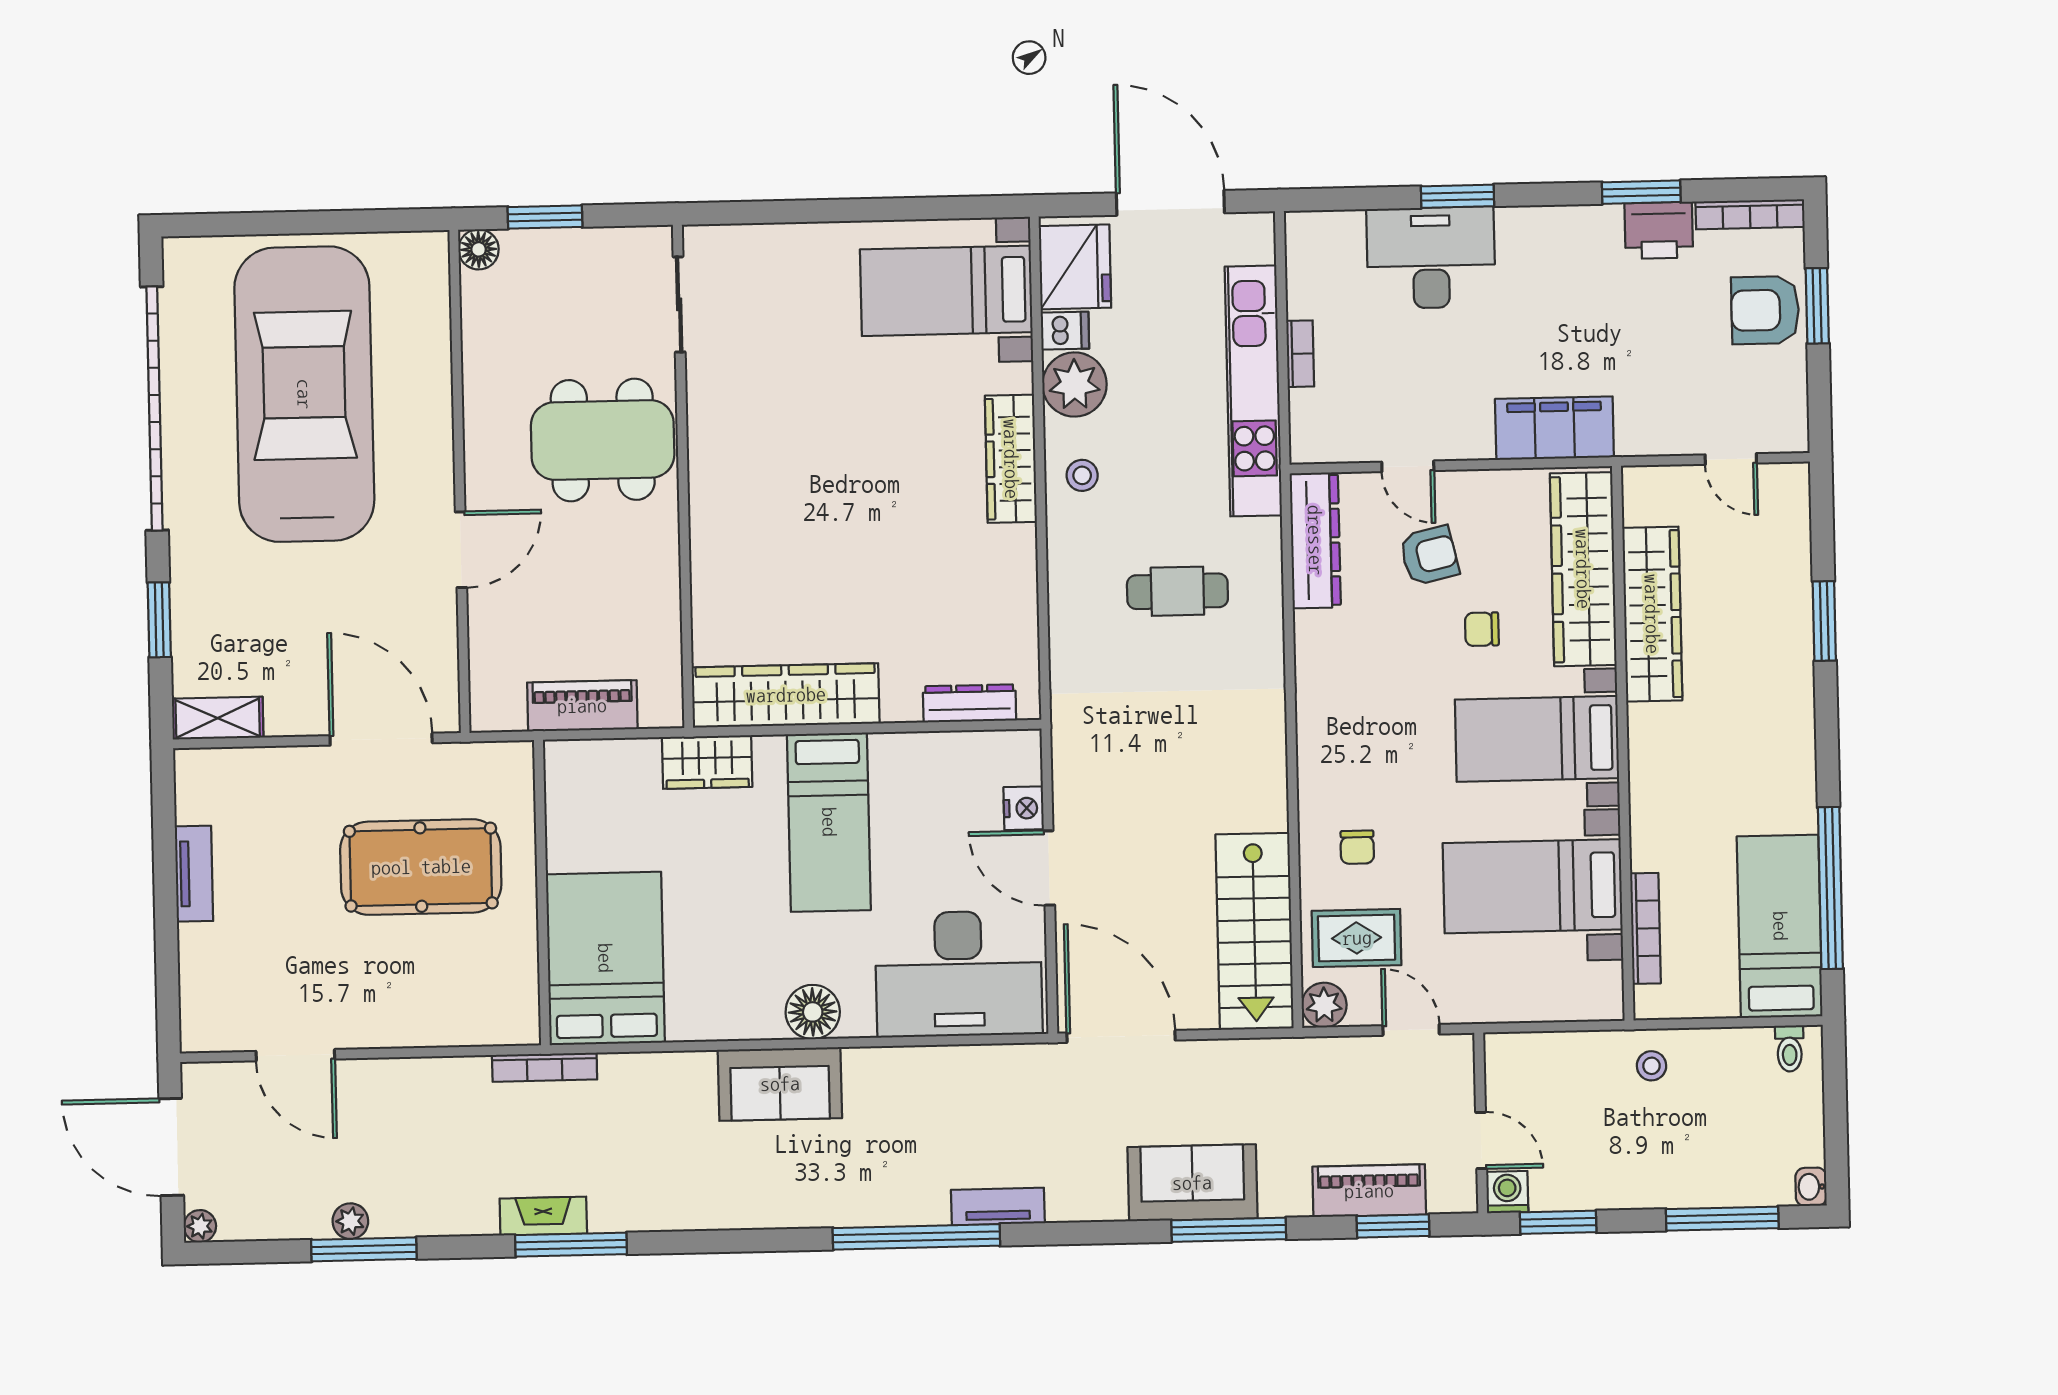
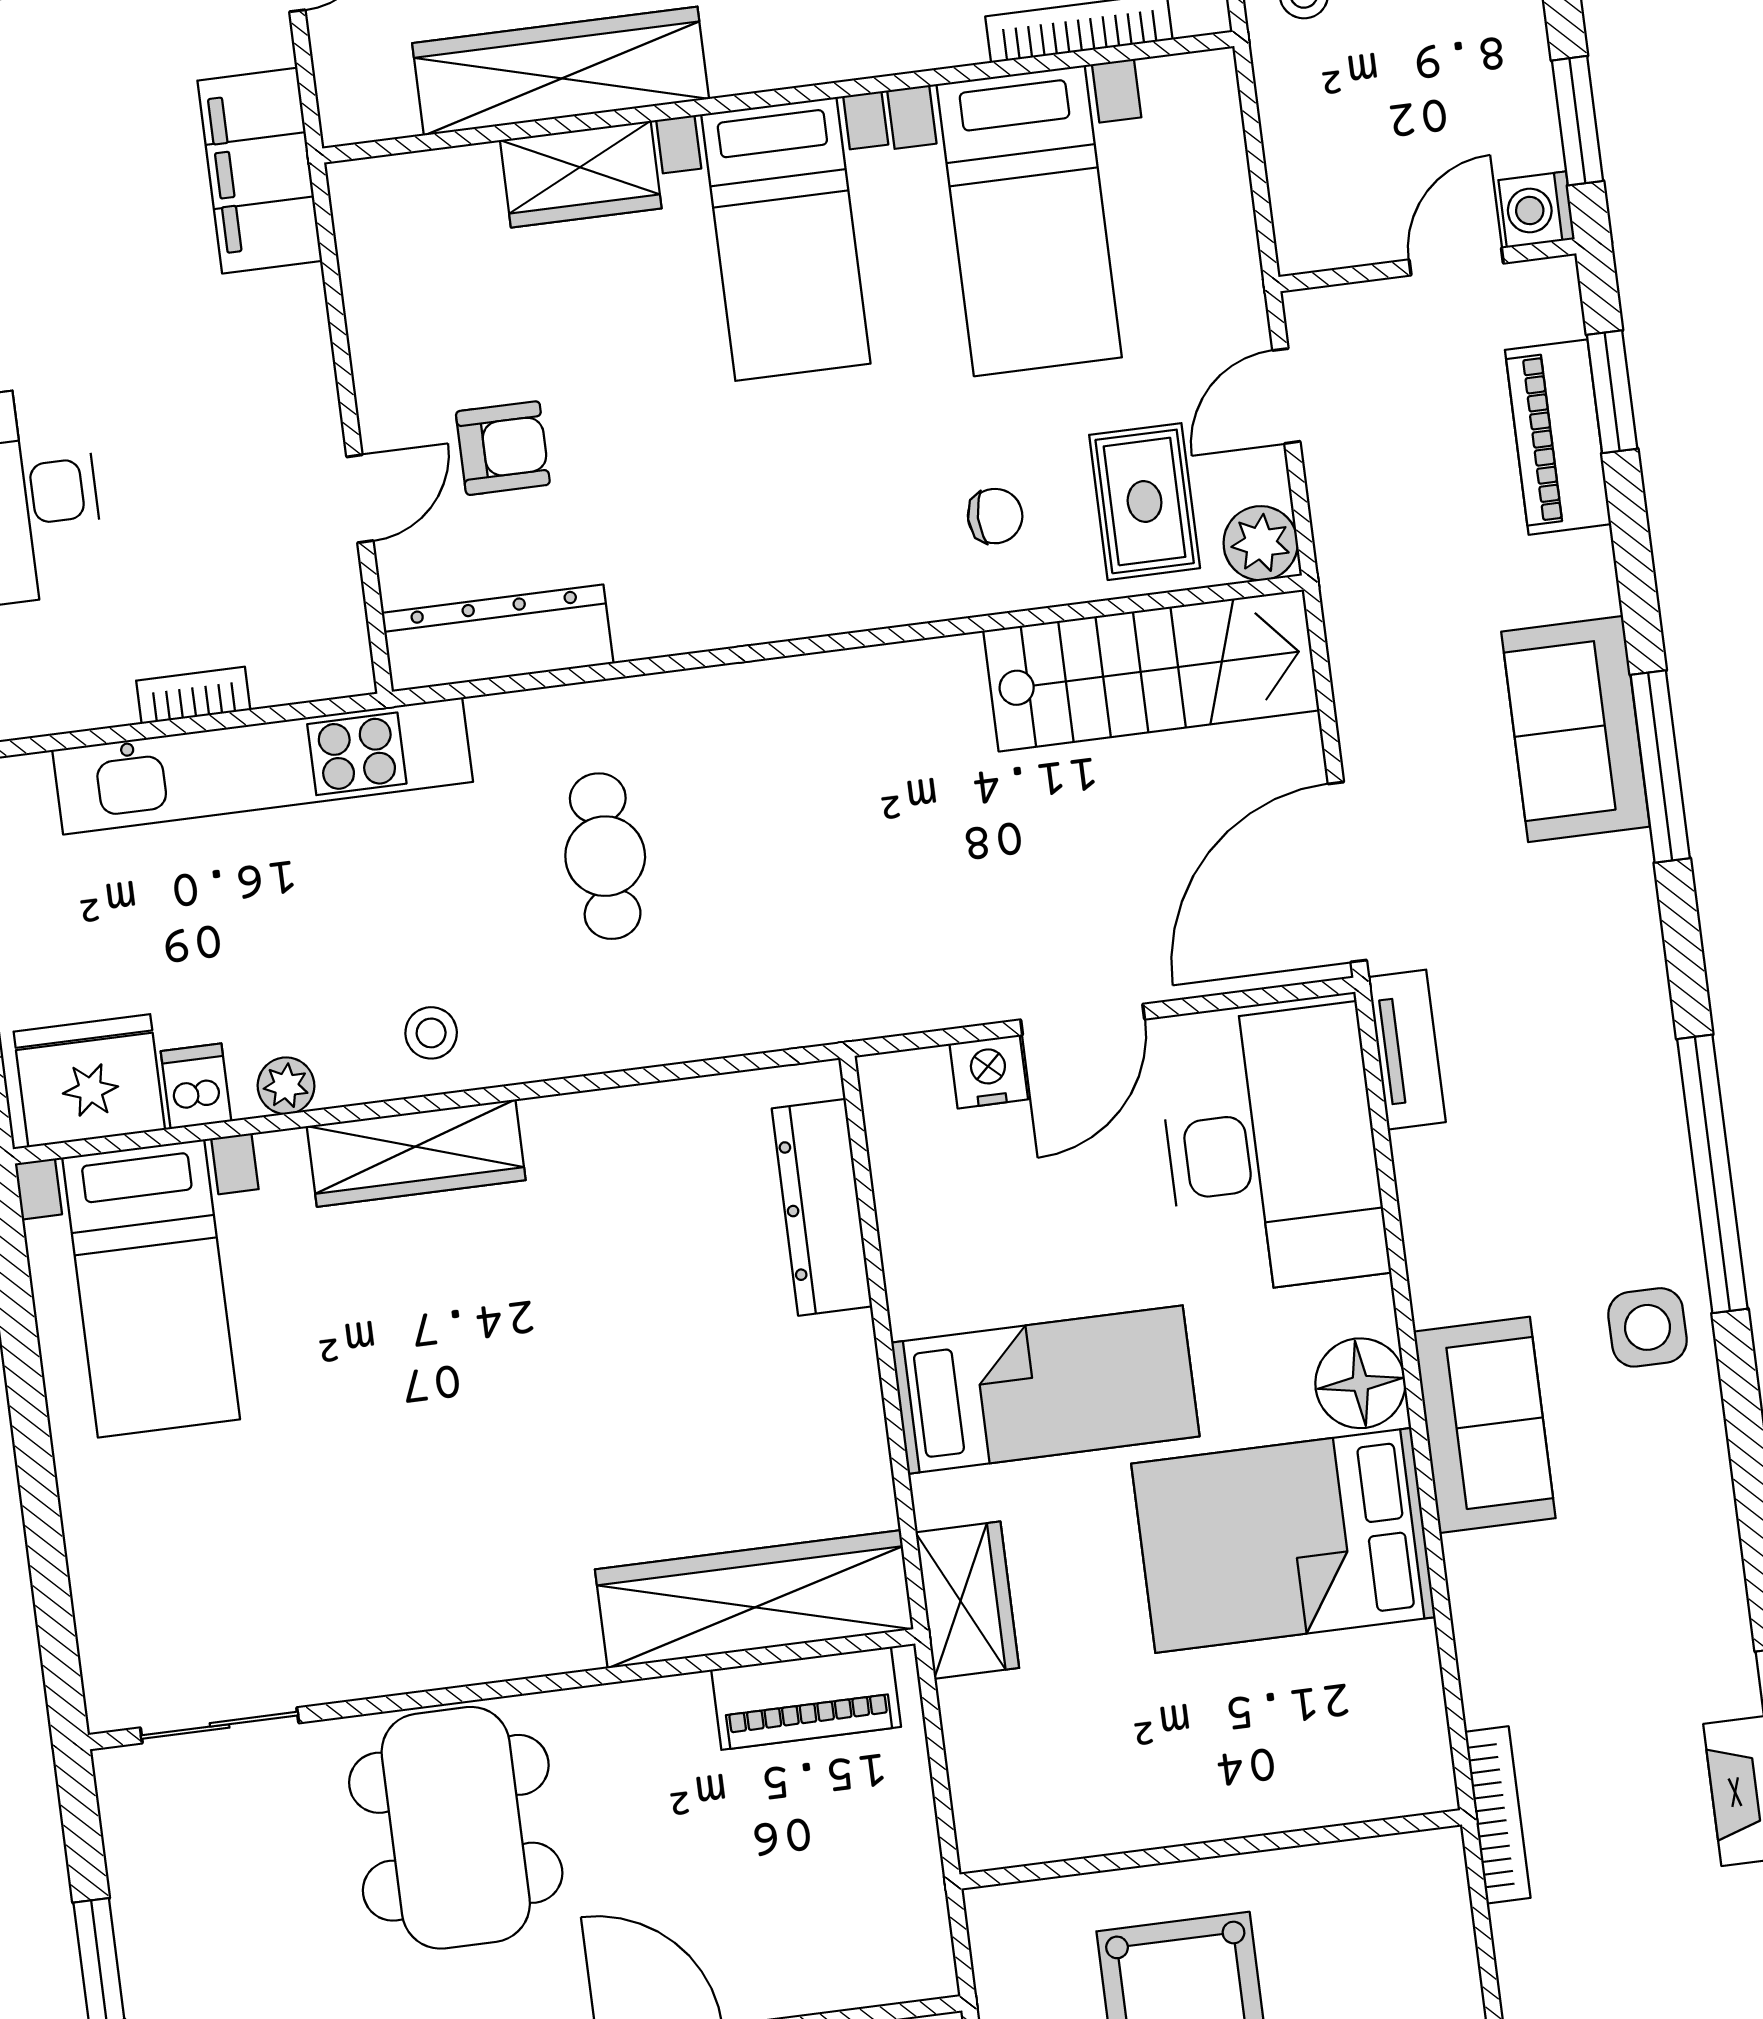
plant: (1074, 384) -> (286, 1086), width x0.53, depth x0.53
filing cabinet: (1554, 428) -> (260, 171), moved
armchair: (1429, 555) -> (503, 448), turned 103
wardrobe: (1583, 569) -> (581, 174), width x0.48, depth x0.85
chair: (1482, 629) -> (615, 349), removed
wardrobe: (786, 695) -> (754, 1599), moved, turned 90
dresser: (970, 703) -> (822, 1207), width x1.37, depth x1.24
piano: (582, 706) -> (806, 1698), moved, turned -90
bed: (605, 958) -> (1283, 1540), moved
side table: (828, 1188) -> (1648, 1327), added
tv unit: (998, 1206) -> (1407, 1050), moved, turned 180
window: (1229, 1230) -> (1660, 767), moved

